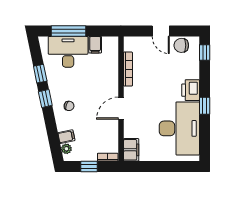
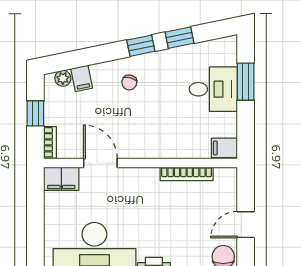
window: (69, 31) -> (246, 82), width x0.69
filing cabinet: (95, 45) -> (224, 148), moved
desk: (68, 52) -> (213, 89), width x0.73
door: (121, 108) -> (100, 163), moved

